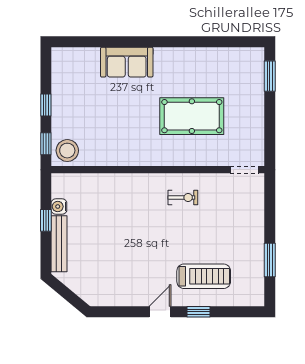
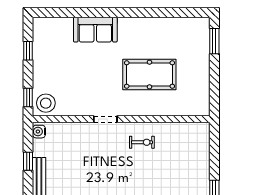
window: (46, 105) -> (28, 51), moved
doorway: (244, 170) -> (105, 119), moved
water cooler: (59, 207) -> (39, 132), moved

